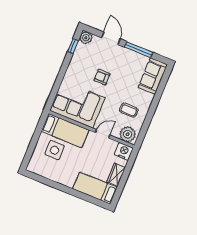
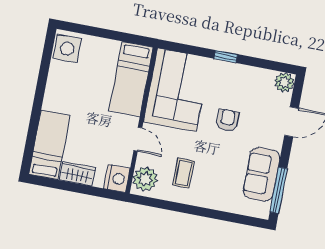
window: (73, 46) -> (226, 56), moved
window: (139, 50) -> (278, 190), moved
sofa: (153, 76) -> (262, 174), moved, turned -90
side table: (55, 150) -> (67, 49), moved

